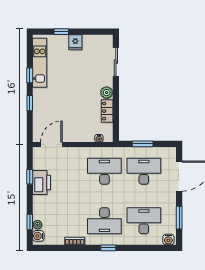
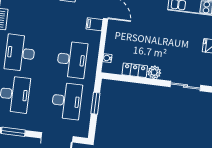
filing cabinet: (69, 154) -> (94, 24), added

